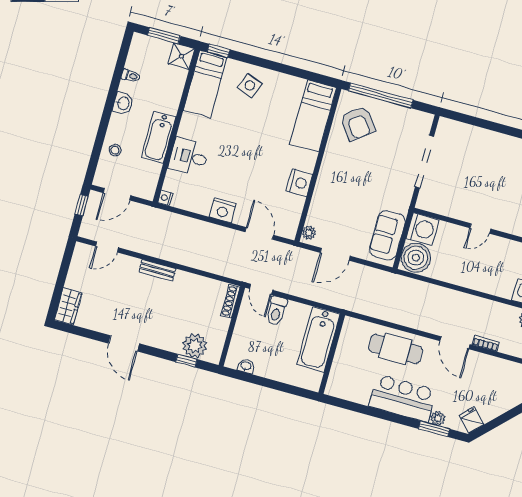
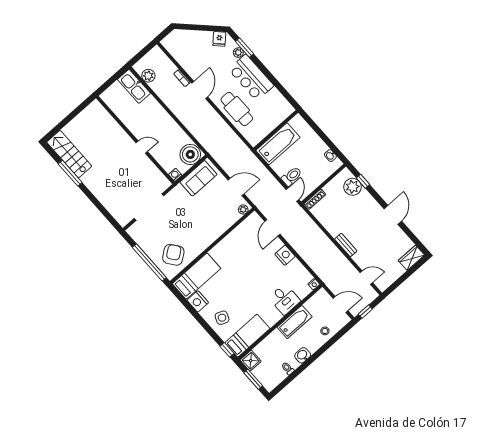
nightstand: (299, 183) -> (198, 301), moved, turned -90
washing machine: (422, 229) -> (175, 175), width x0.53, depth x0.53

